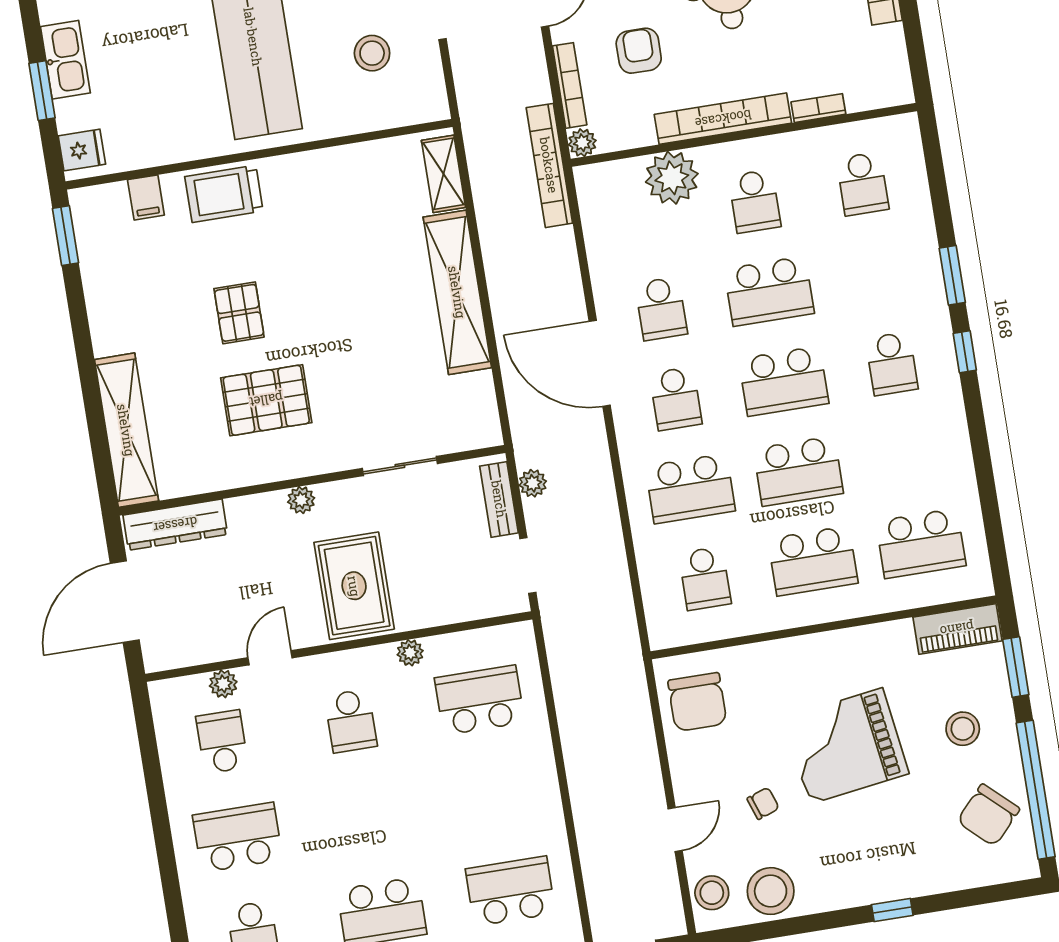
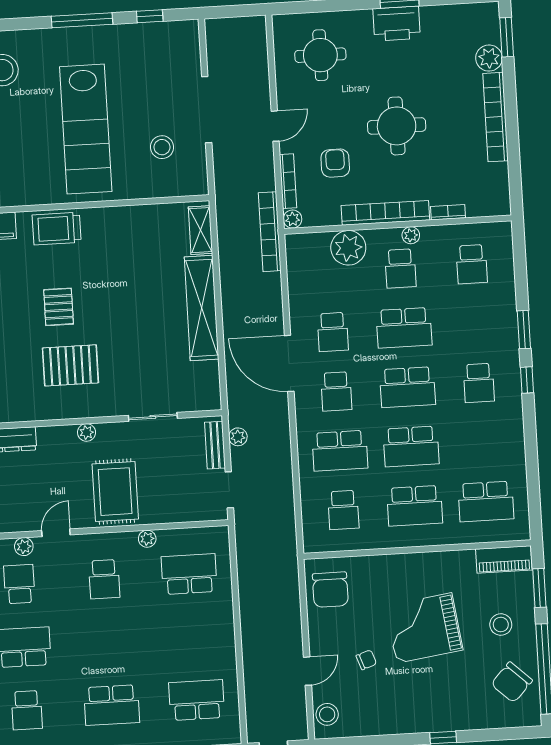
plant: (765, 149) -> (411, 235), added
stool: (771, 891) -> (365, 717), removed

